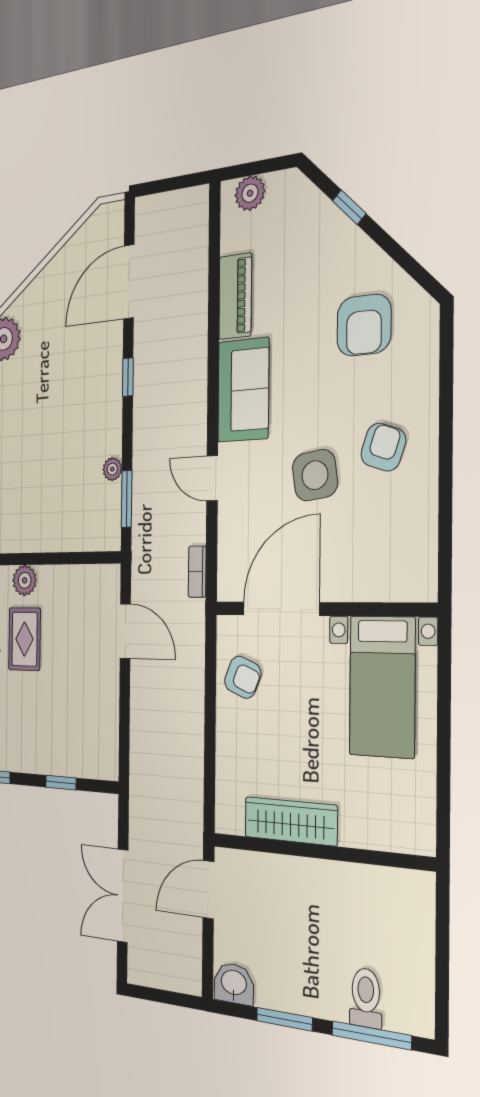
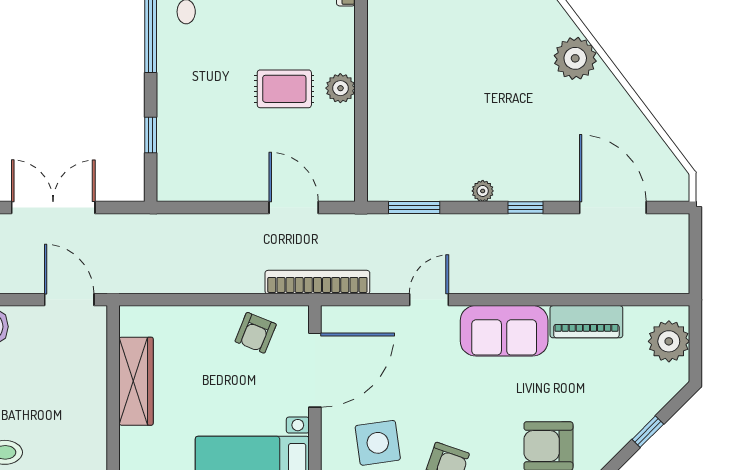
plant: (250, 193) -> (669, 341), width x1.36, depth x1.36
plant: (112, 469) -> (483, 191), moved
side table: (315, 475) -> (378, 443), moved
bookcase: (197, 572) -> (317, 282), width x2.31, depth x1.31
door: (281, 609) -> (315, 370), hinge flipped
door: (125, 631) -> (294, 208), swing flipped

